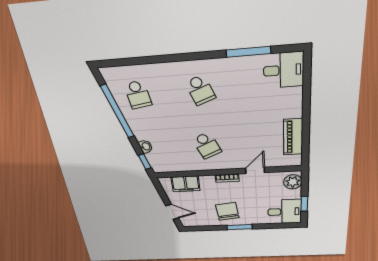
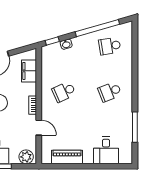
desk: (284, 70) -> (106, 150), moved

